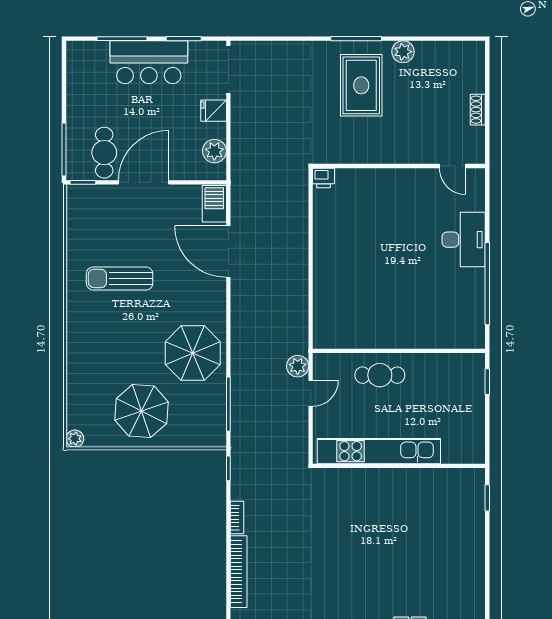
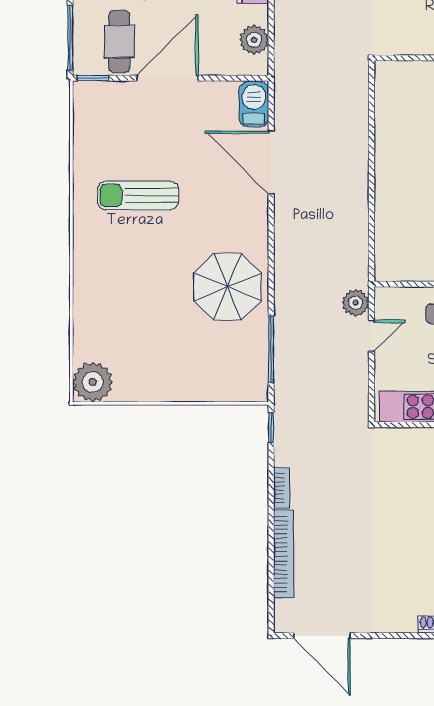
printer: (324, 178) -> (387, 73), removed
parasol: (141, 411) -> (165, 358), removed
plant: (75, 439) -> (93, 382), width x1.88, depth x1.88

